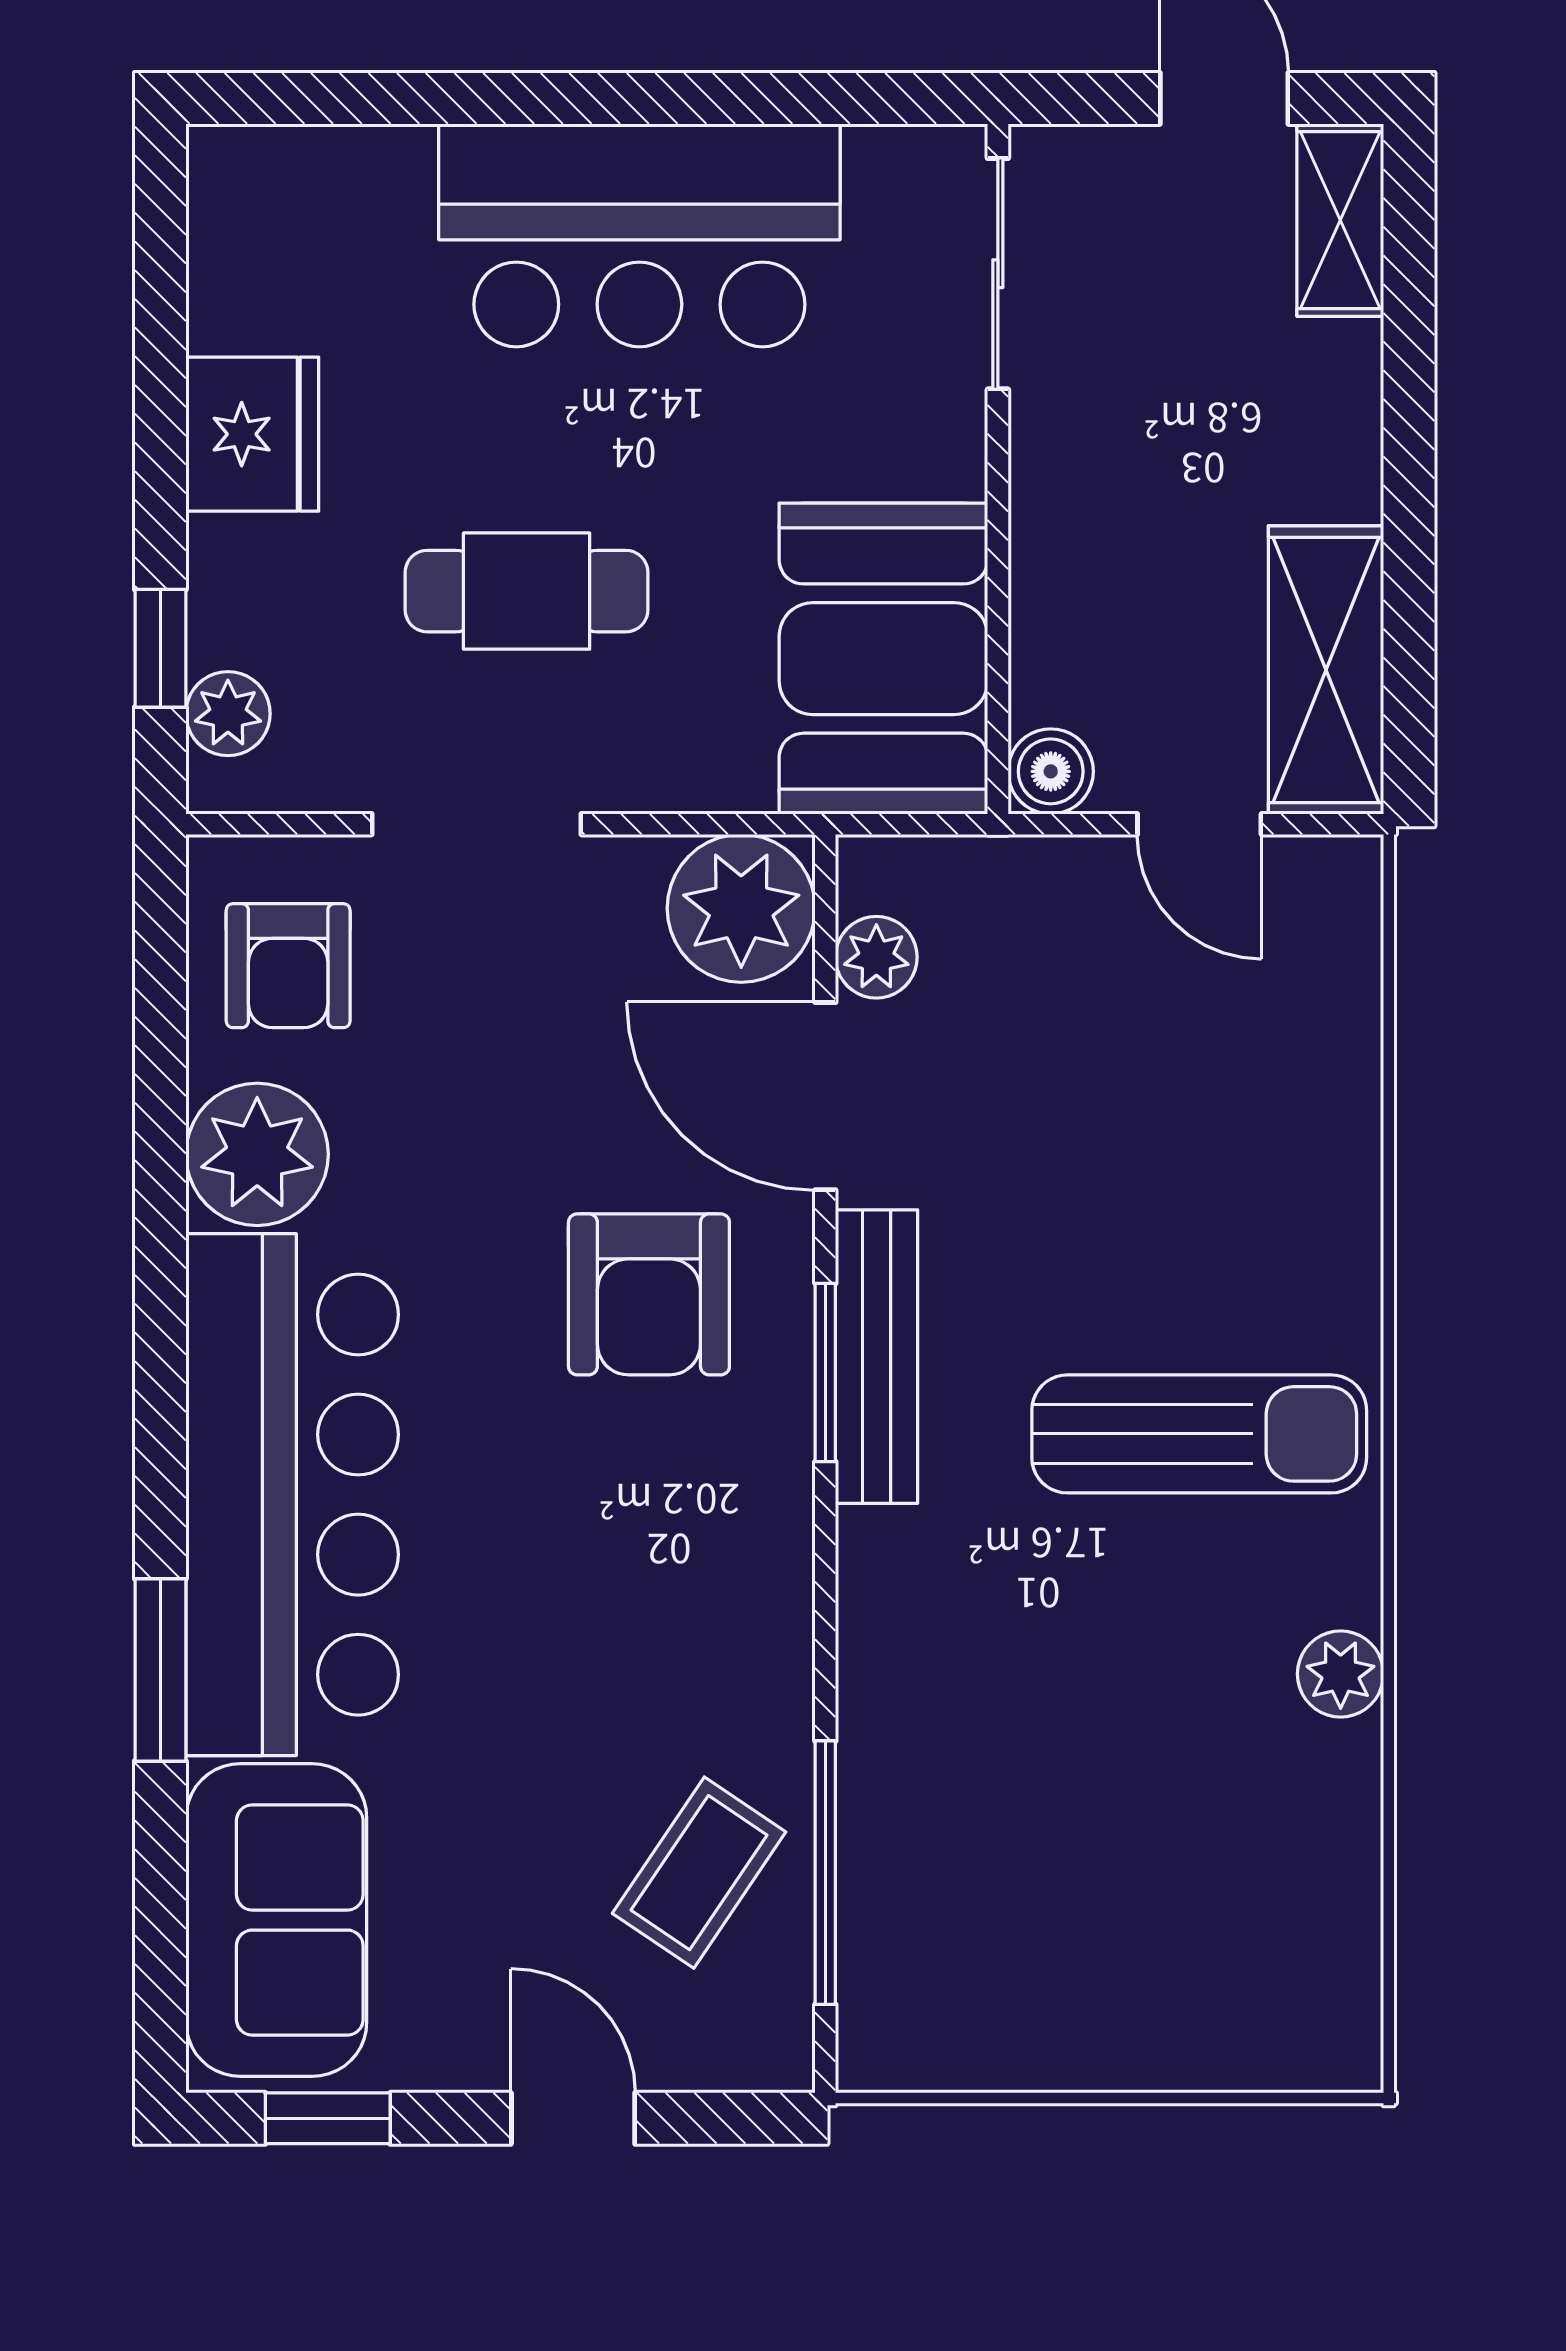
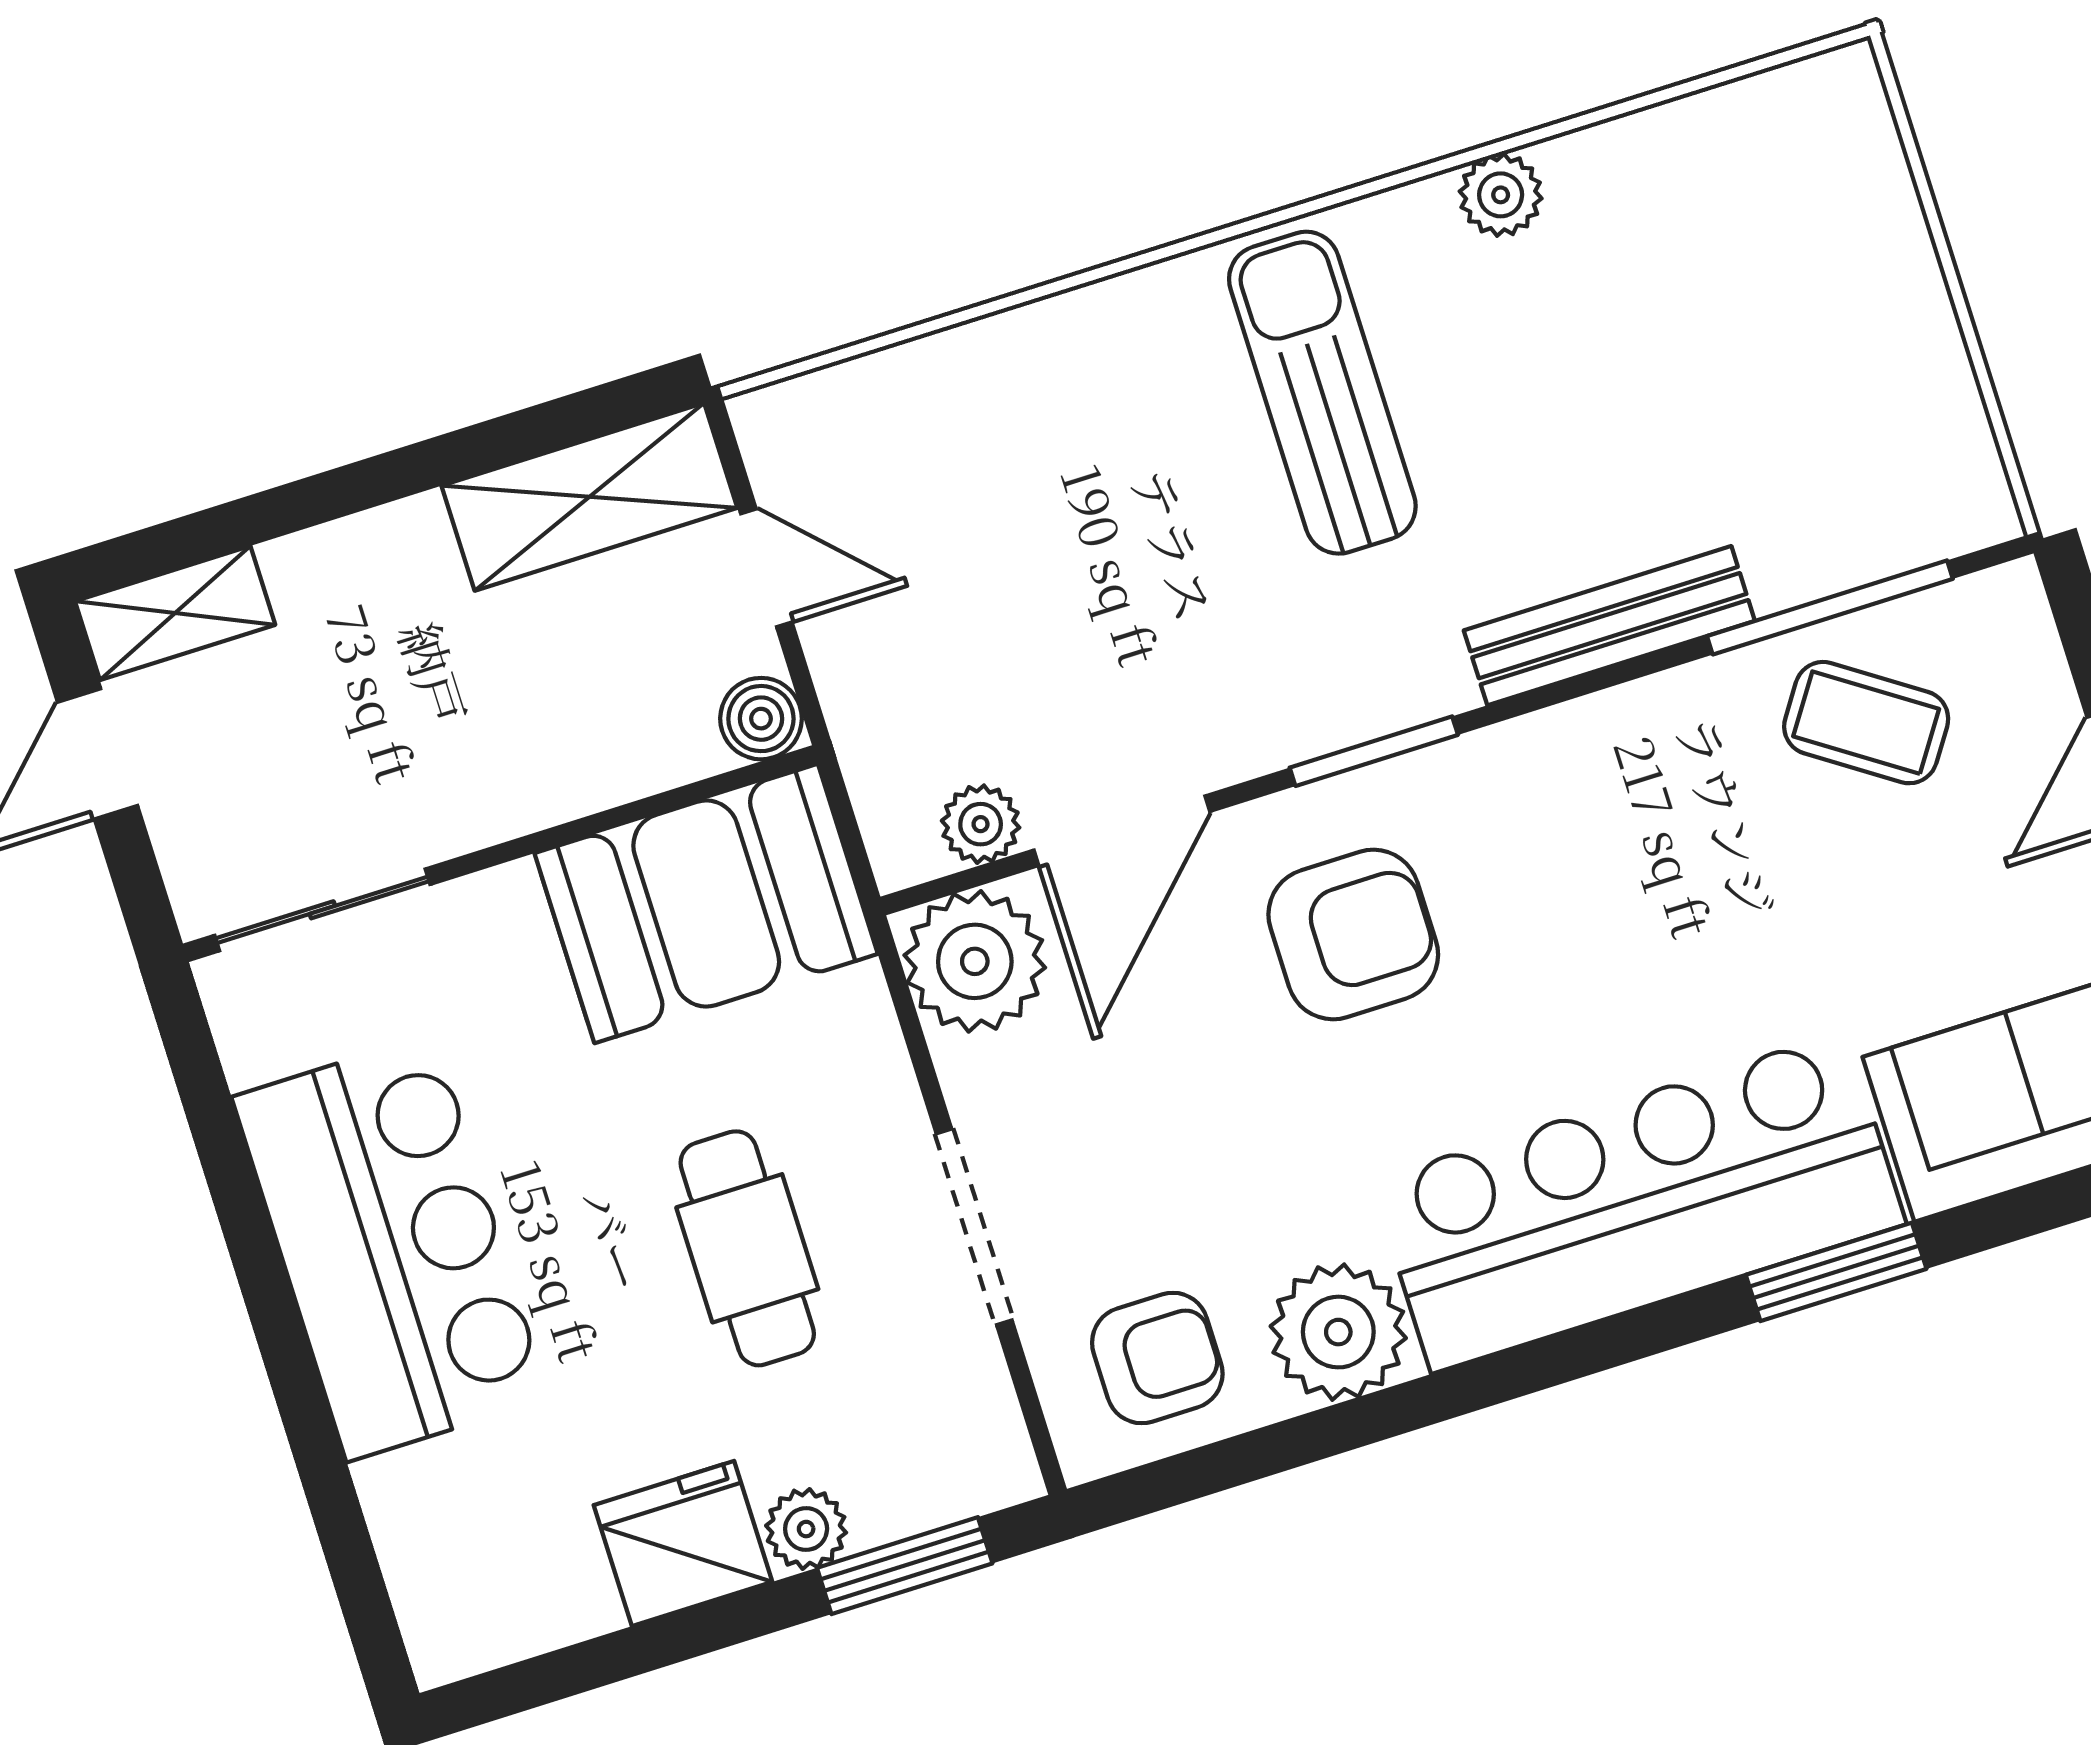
window: (160, 648) -> (905, 1566), width x1.50
plant: (228, 714) -> (806, 1529), moved
door: (1199, 824) -> (766, 568), hinge flipped
bench: (877, 1357) -> (1609, 626), moved

